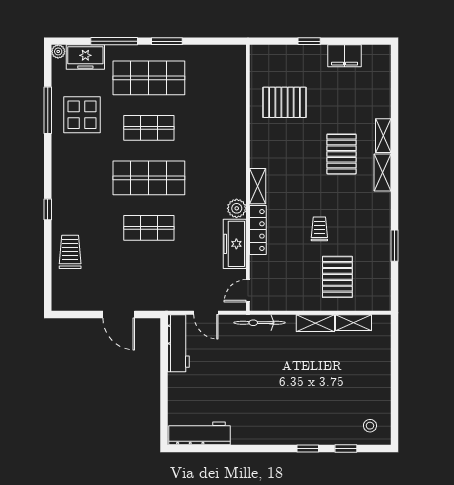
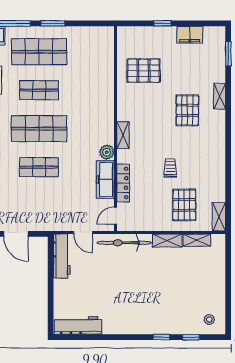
shelving: (383, 173) -> (219, 217), moved
locker: (258, 230) -> (123, 183), moved
window: (394, 246) -> (228, 54), moved
bicycle: (260, 323) -> (124, 243), width x1.37, depth x1.40

